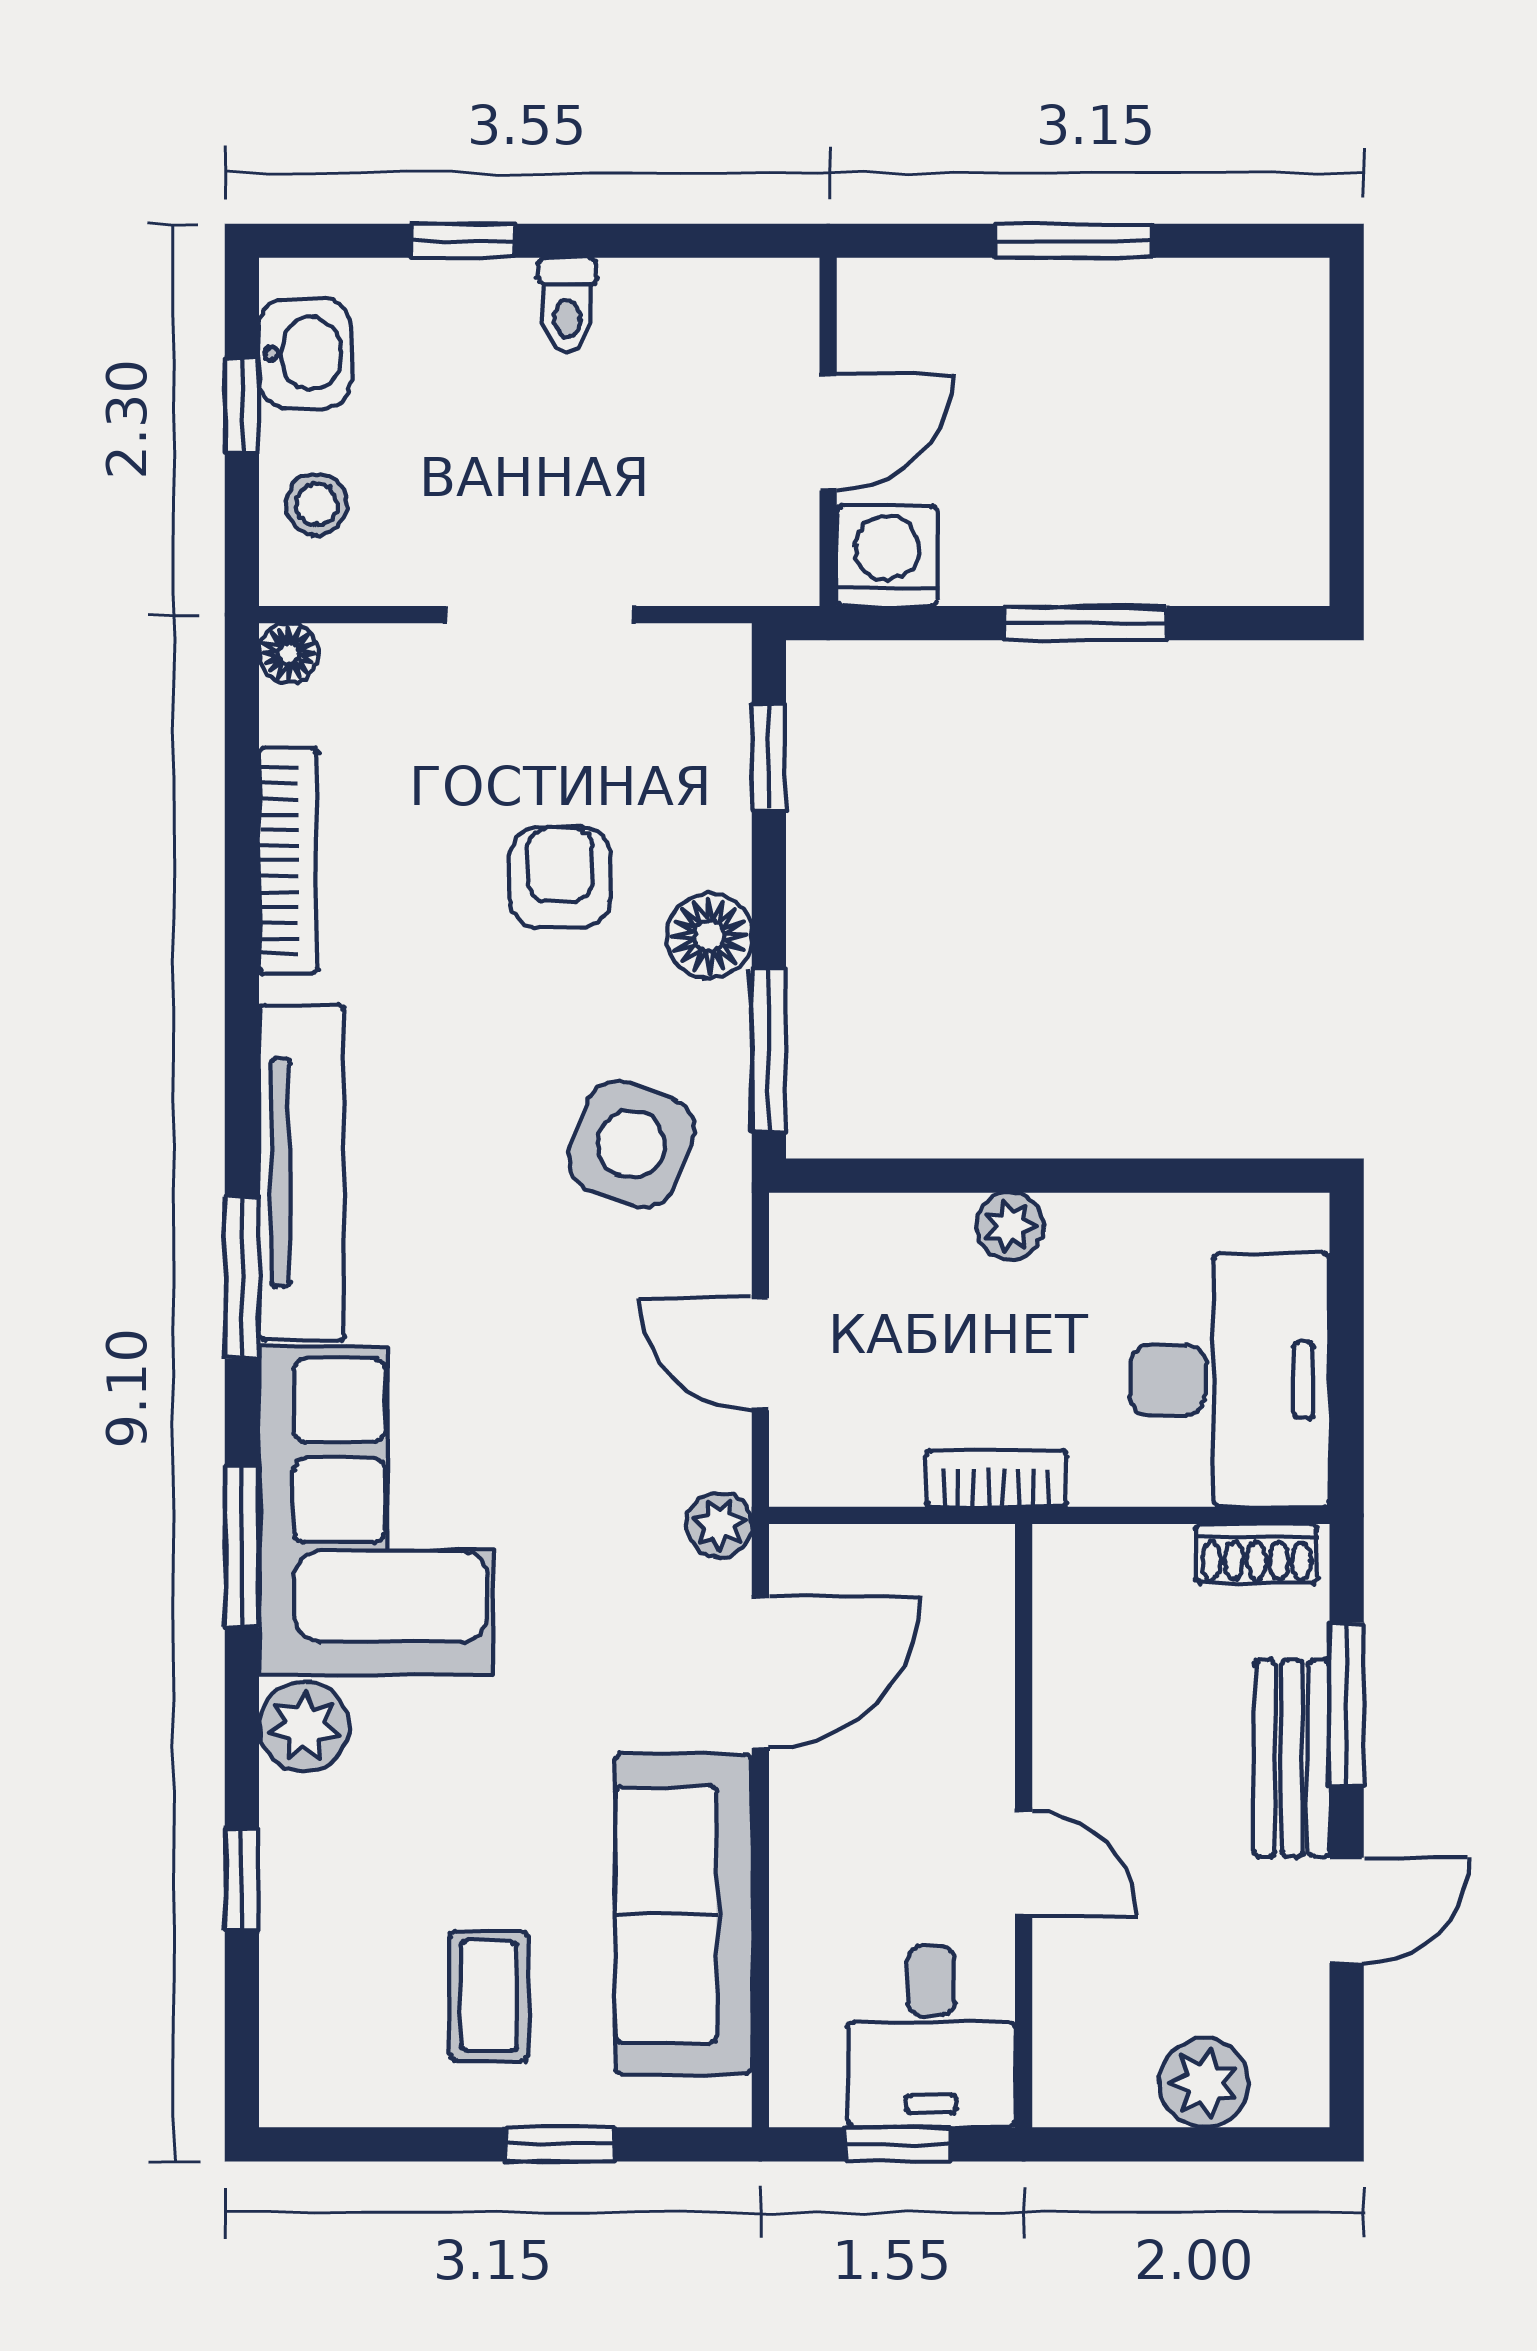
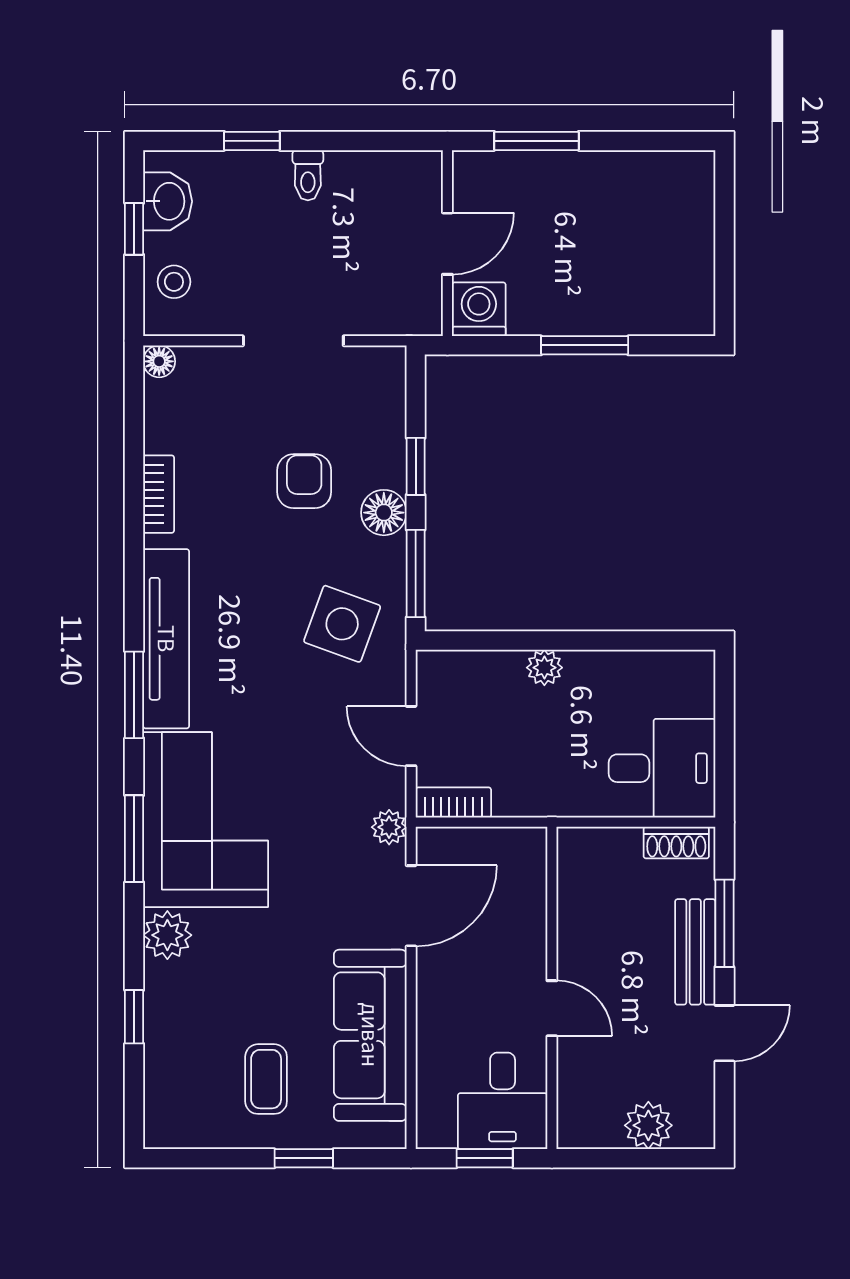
window: (1074, 241) -> (536, 141), moved
window: (769, 757) -> (416, 466), moved
bookcase: (288, 861) -> (159, 494), width x0.64
desk: (1230, 1380) -> (662, 768), width x0.73
bookcase: (996, 1479) -> (453, 803), moved

